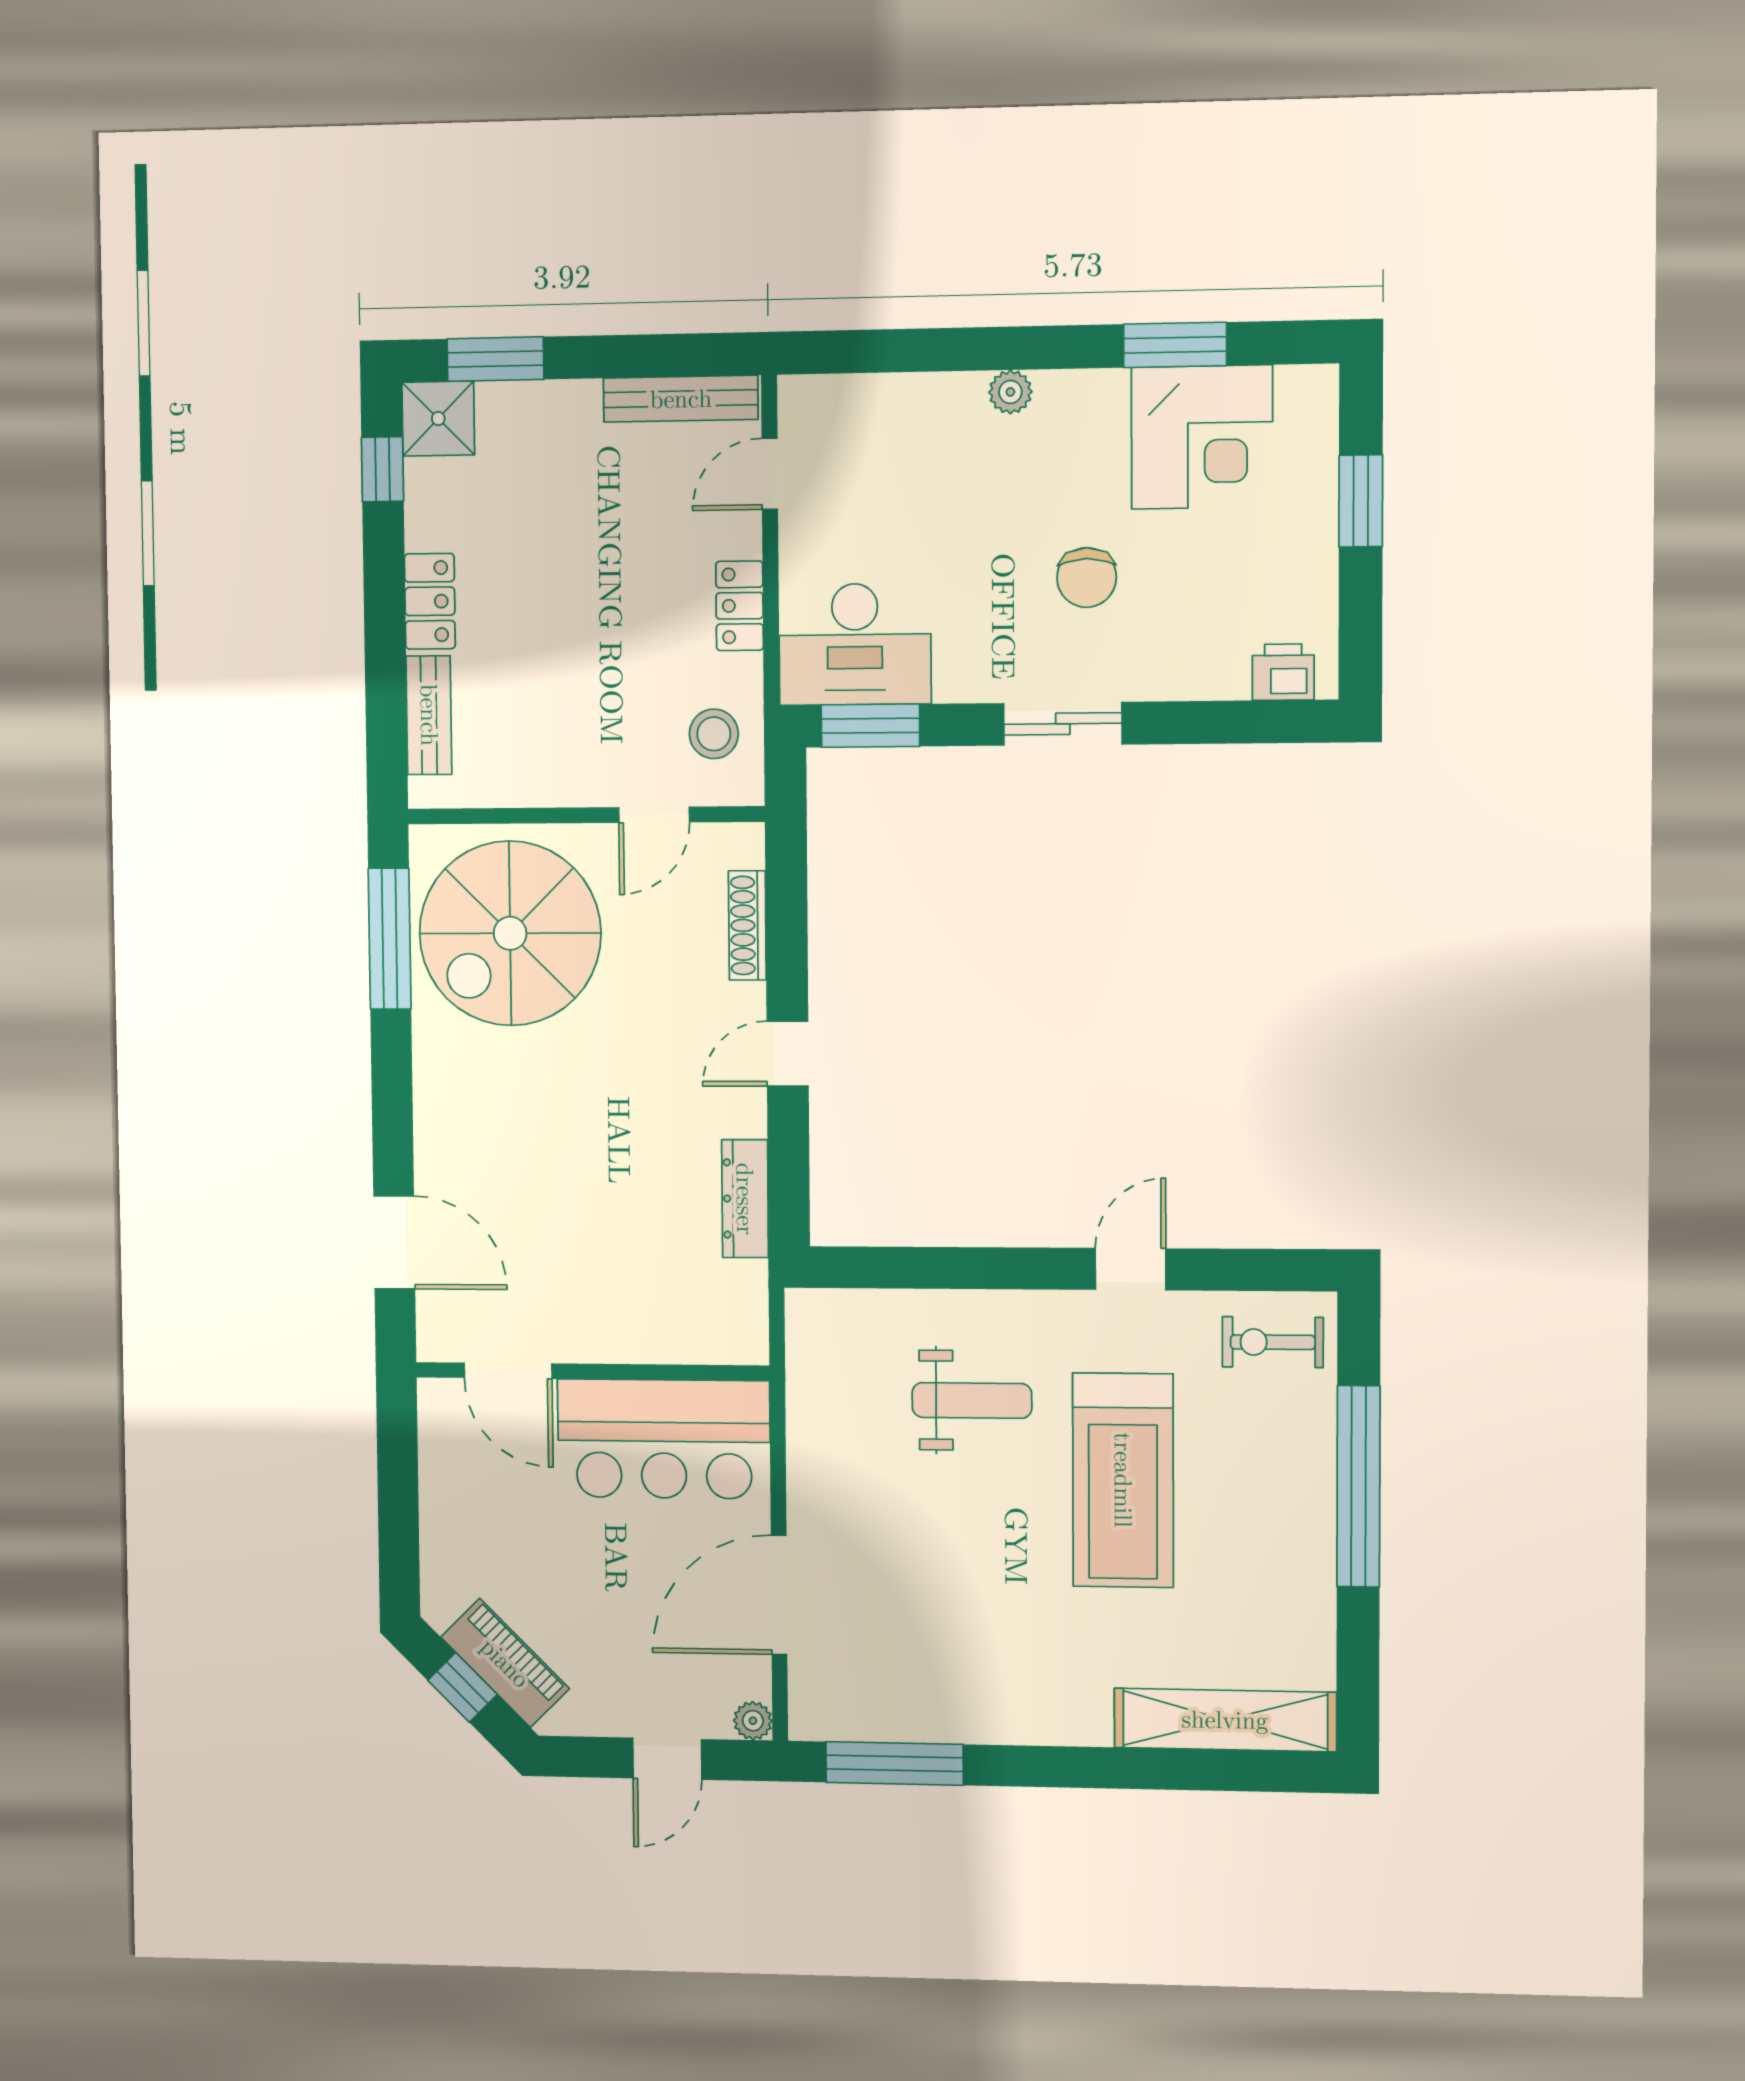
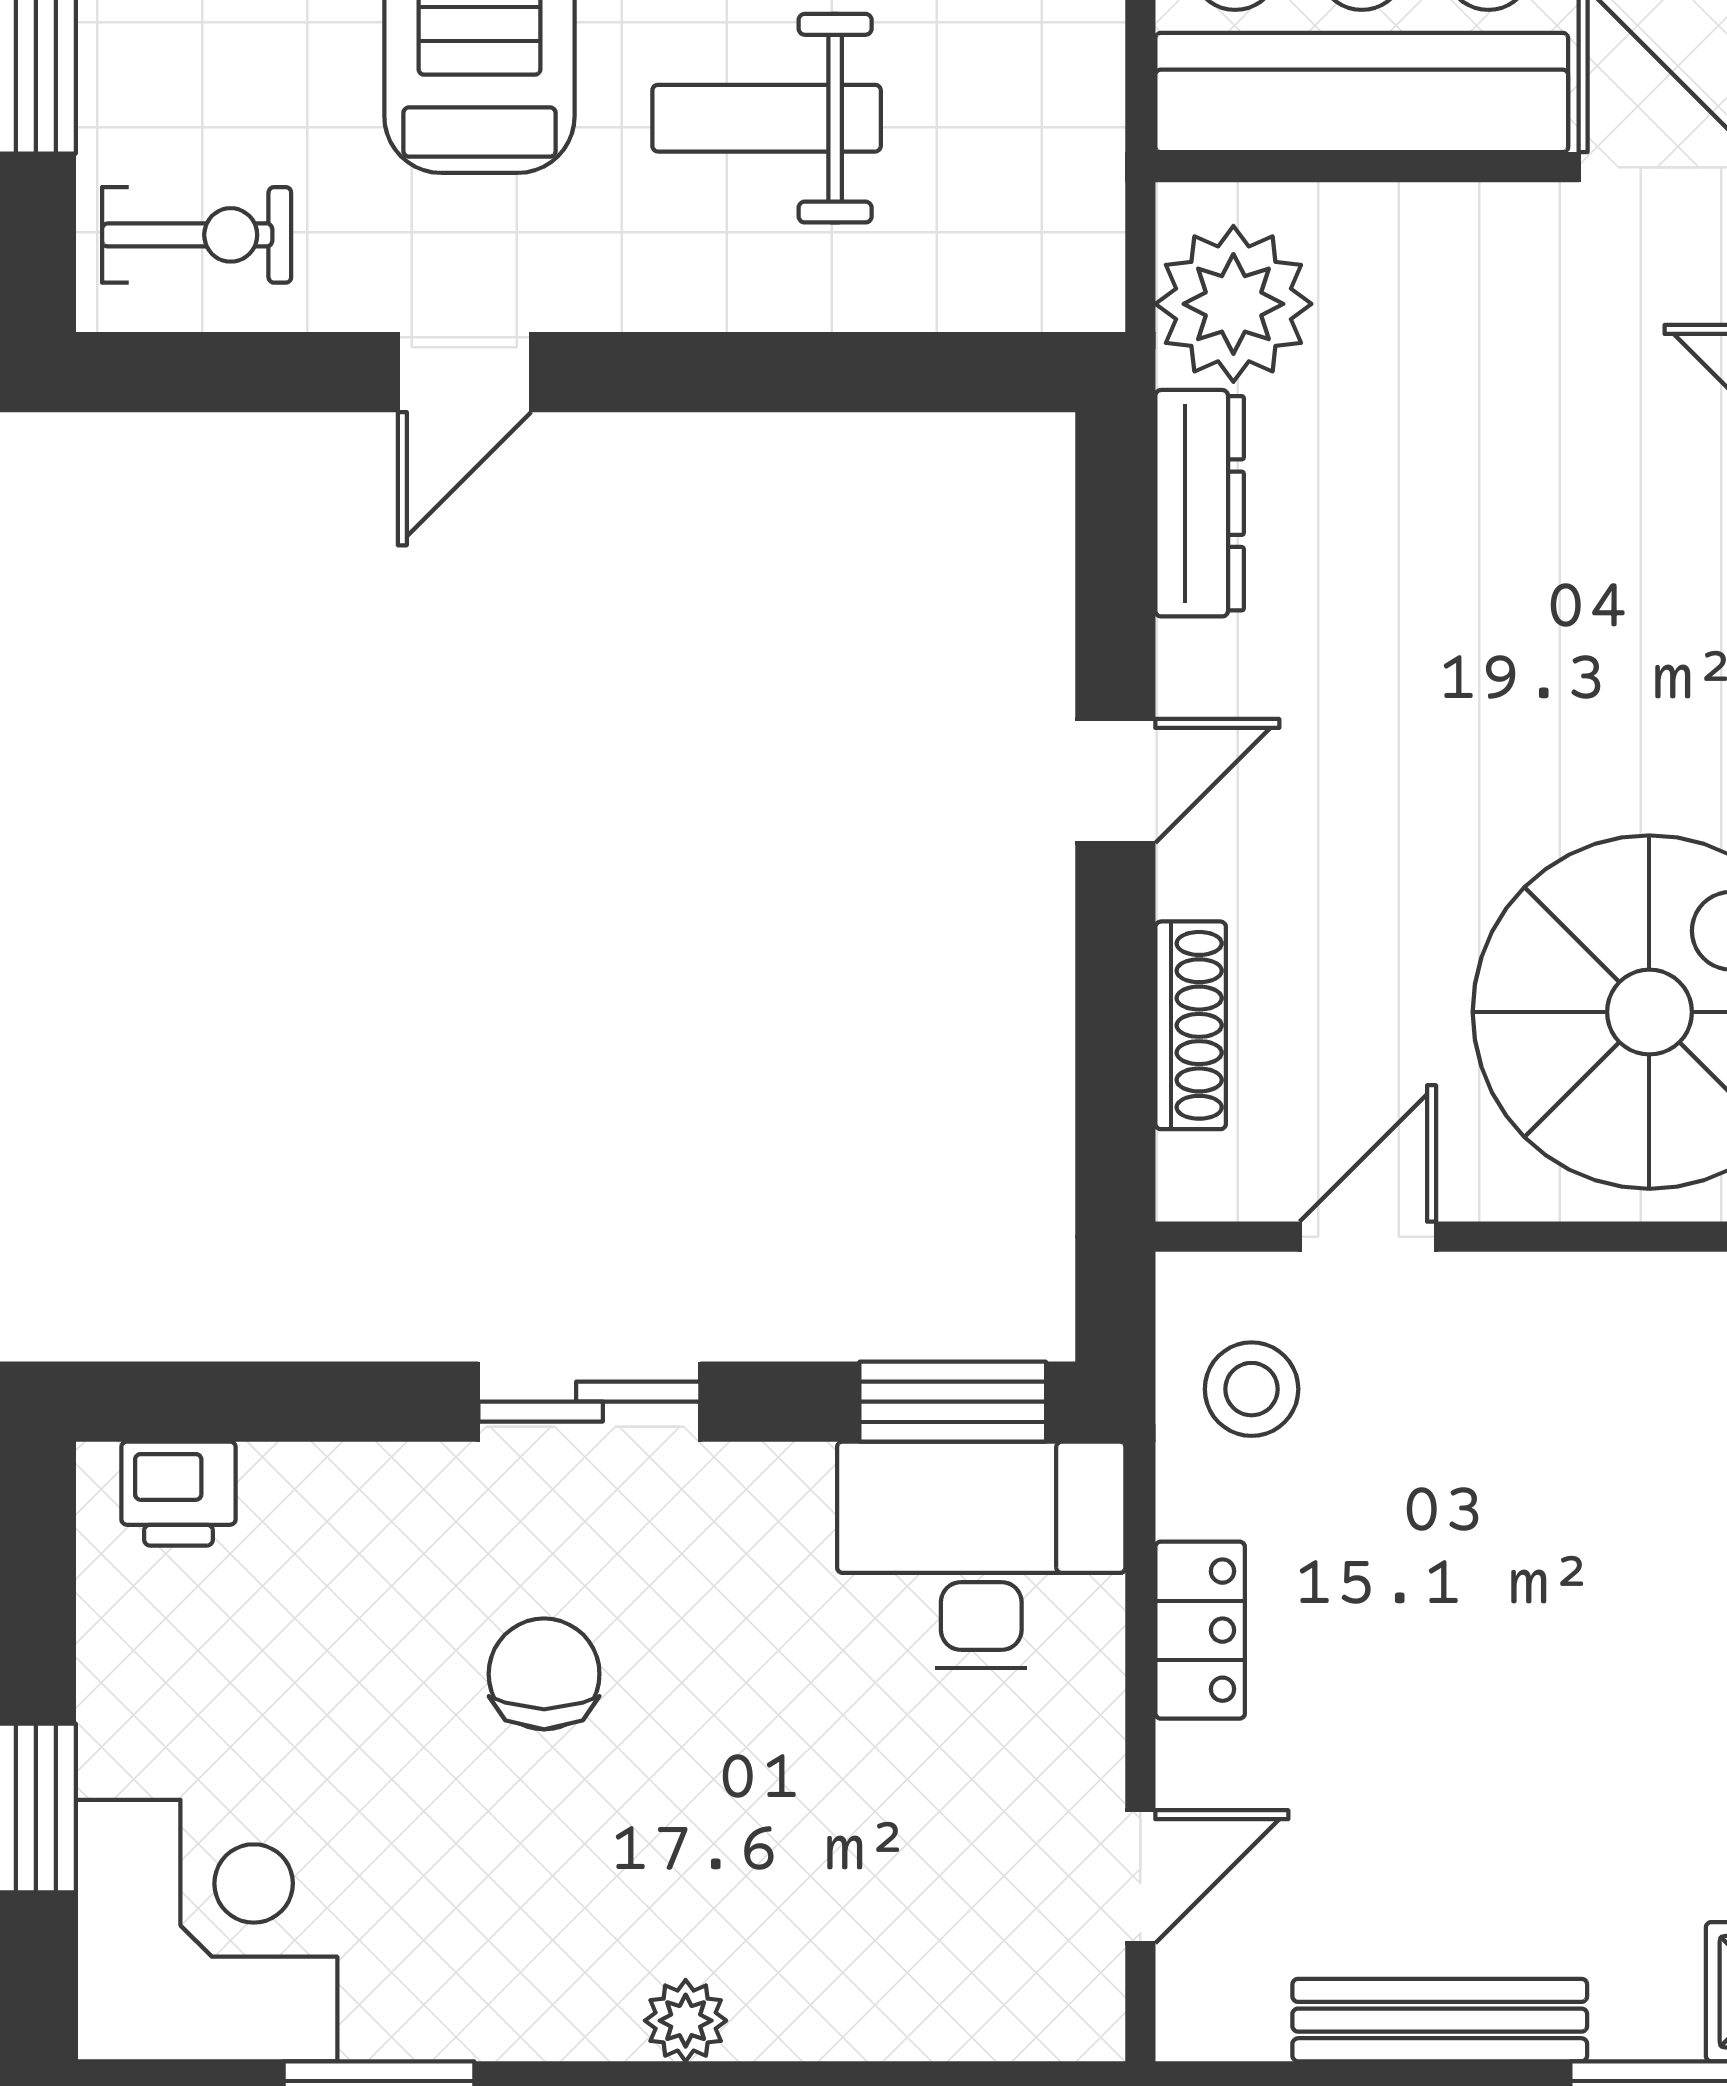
bench: (681, 399) -> (1440, 2020), moved
corner desk: (1202, 437) -> (207, 1931), moved, turned 90
plant: (728, 1302) -> (1233, 304), added

